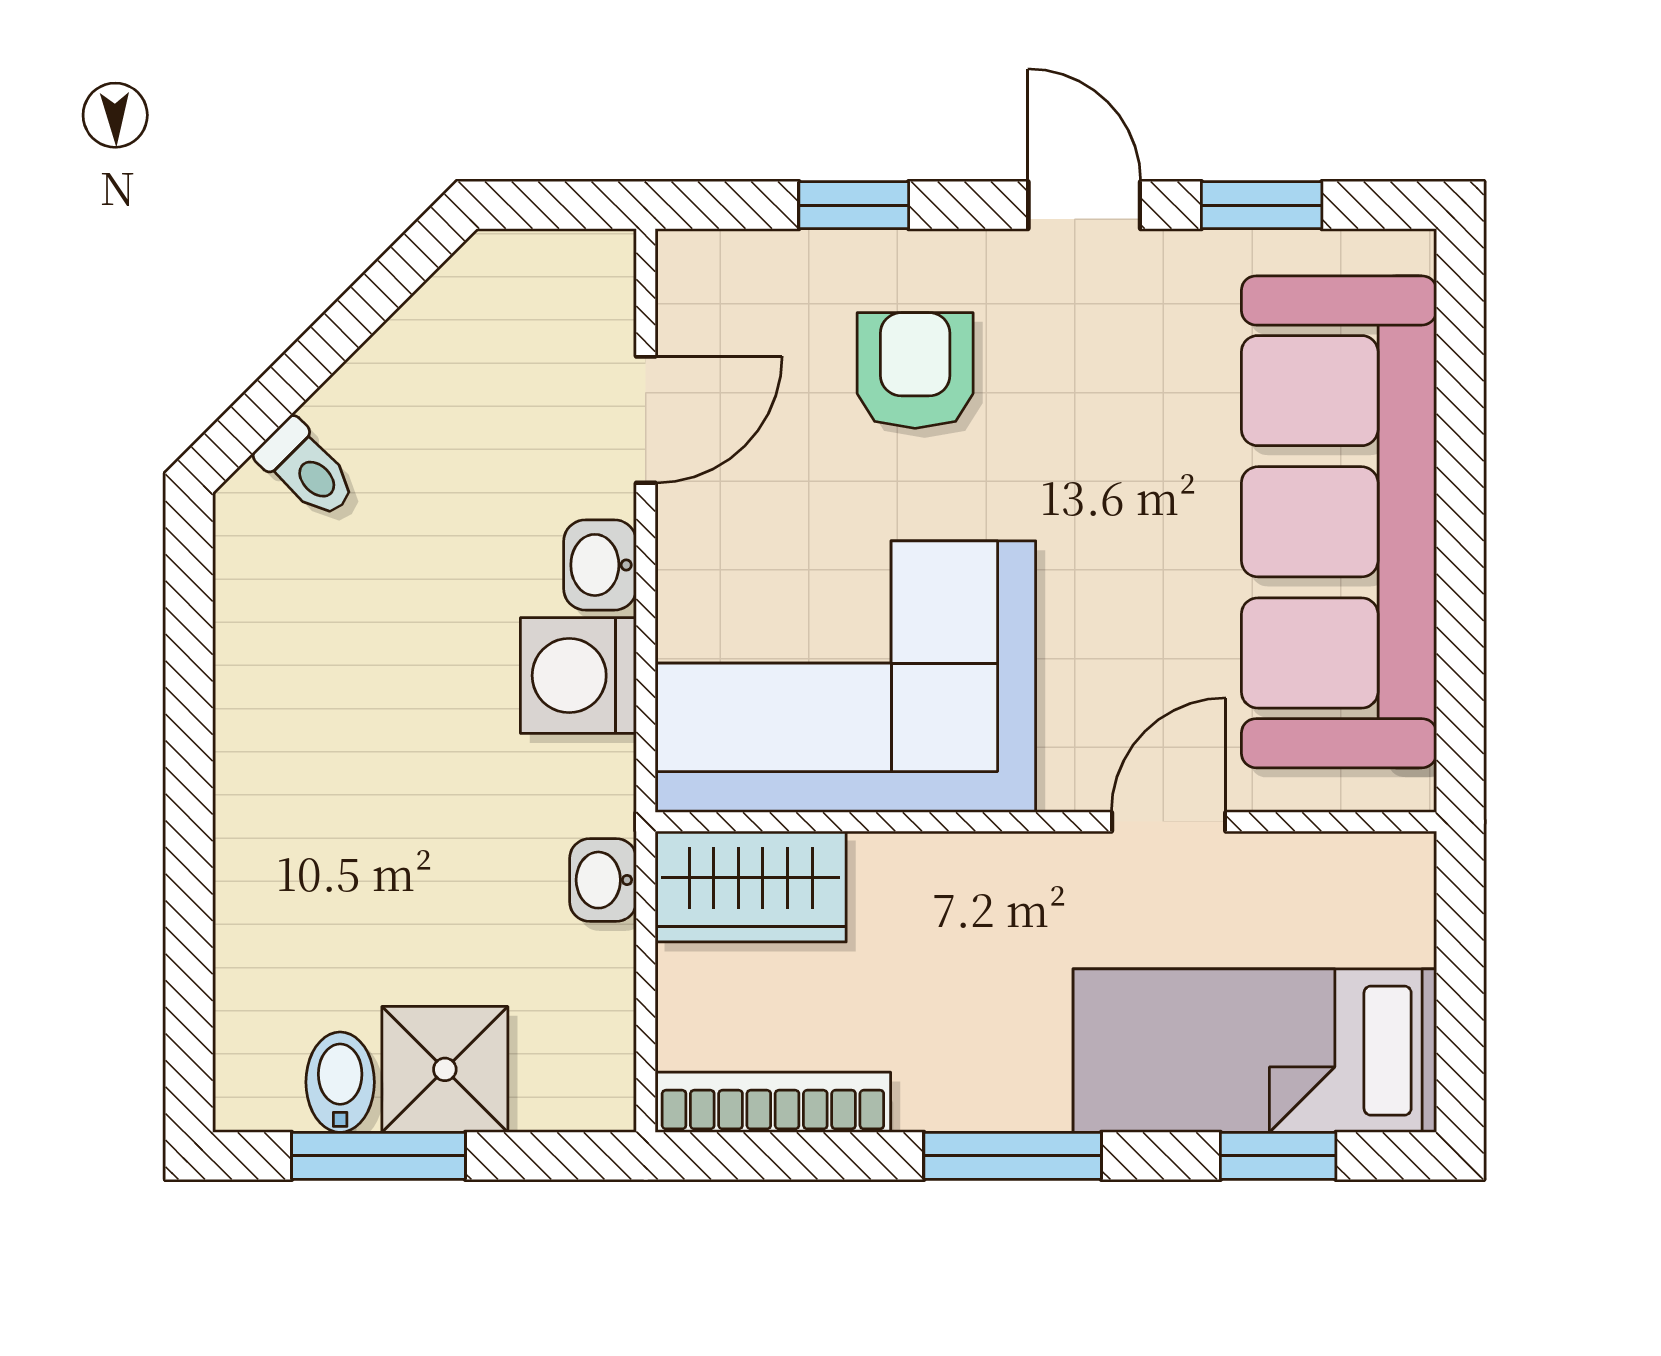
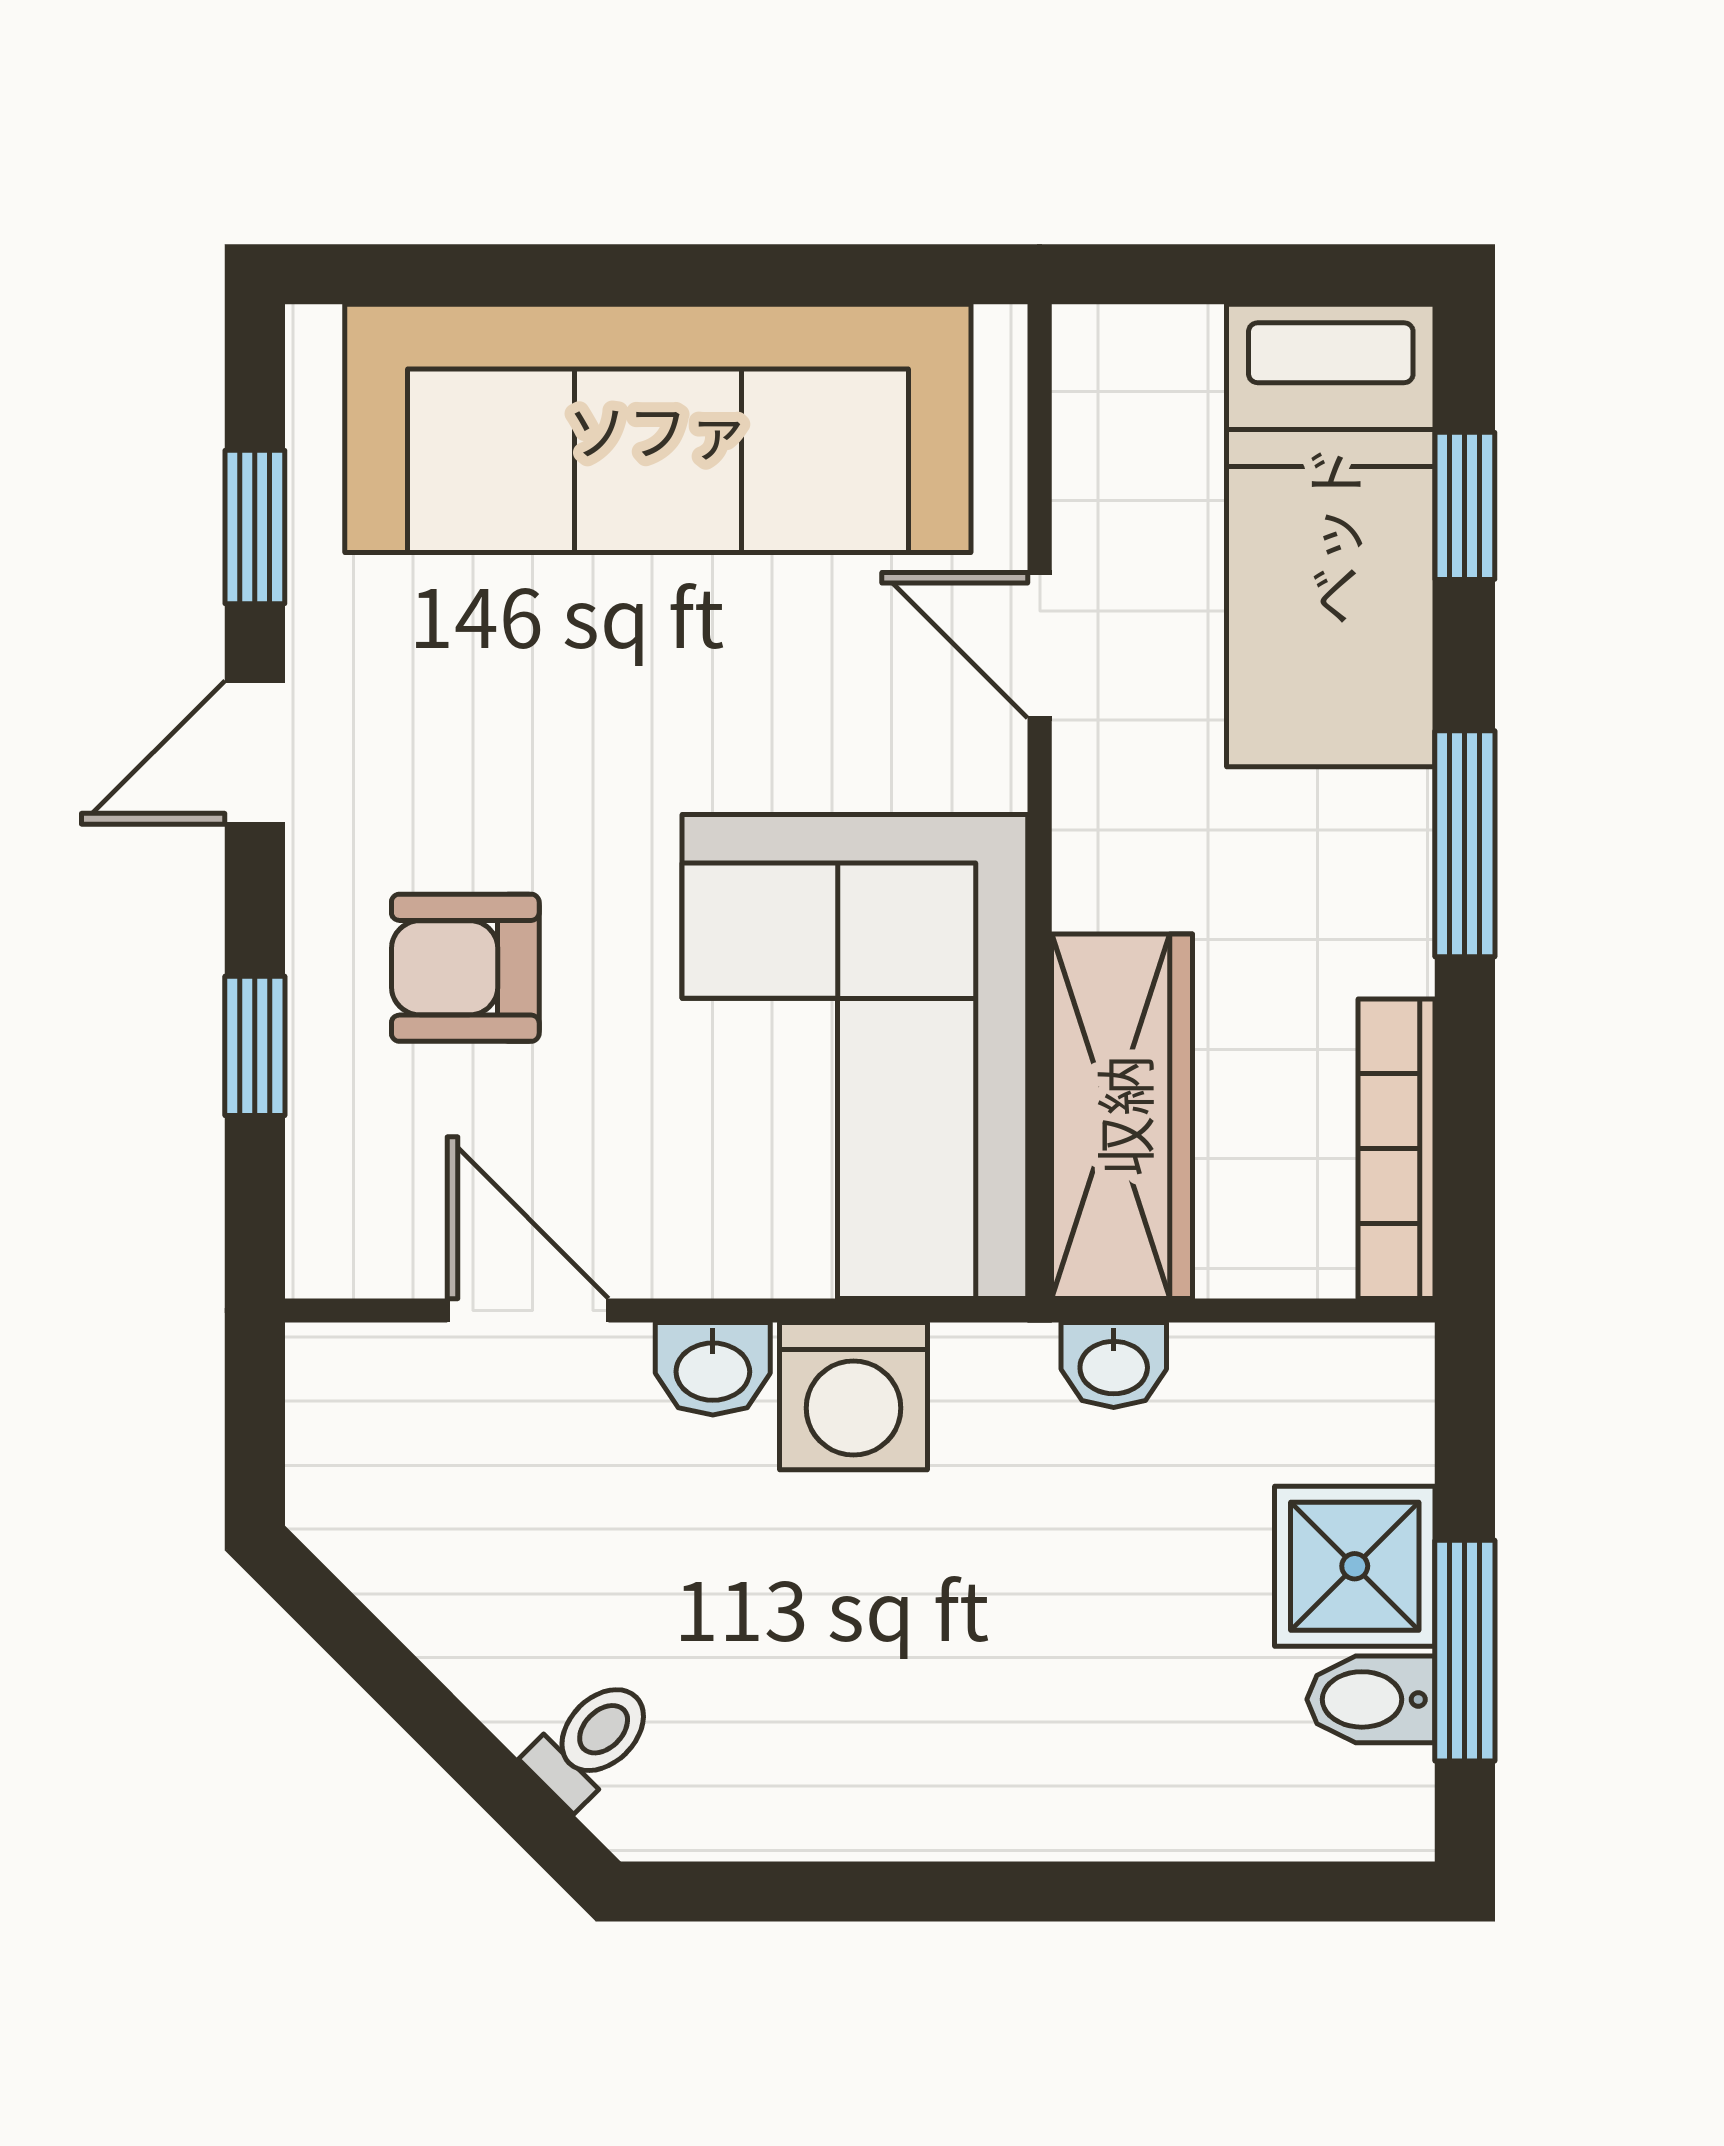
wardrobe: (751, 887) -> (1122, 1116), width x1.50

